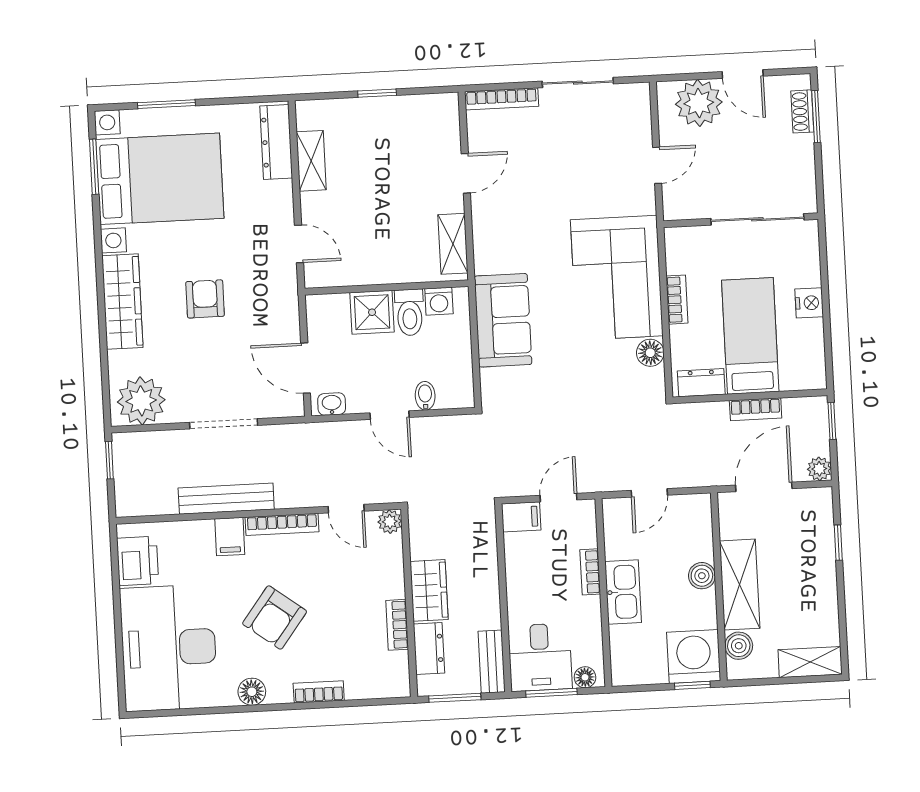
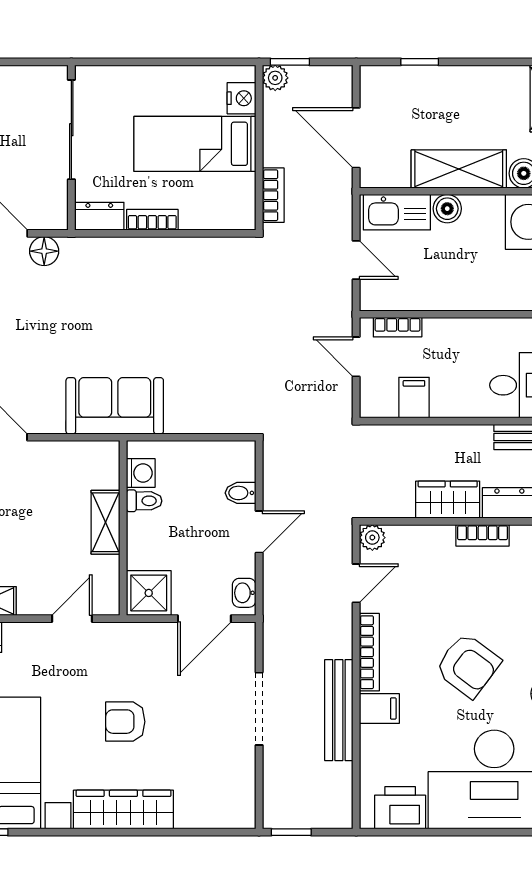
shelving: (453, 244) -> (106, 522), moved, turned 90
corner sofa: (617, 278) -> (126, 283), removed
nightstand: (809, 303) -> (242, 98), moved, turned 90
shower: (372, 312) -> (149, 593), moved
toilet: (410, 312) -> (144, 501), width x0.73, depth x0.72
sofa: (503, 320) -> (115, 406), moved
floor lamp: (650, 353) -> (44, 251), moved
dresser: (701, 383) -> (99, 216), moved, turned 90
plant: (141, 401) -> (230, 795), removed
bookcase: (756, 409) -> (273, 195), moved
plant: (819, 469) -> (275, 78), moved
filing cabinet: (521, 517) -> (414, 398), moved
bookcase: (590, 572) -> (398, 327), moved
kitchen sink: (623, 592) -> (397, 212), moved, turned 180

